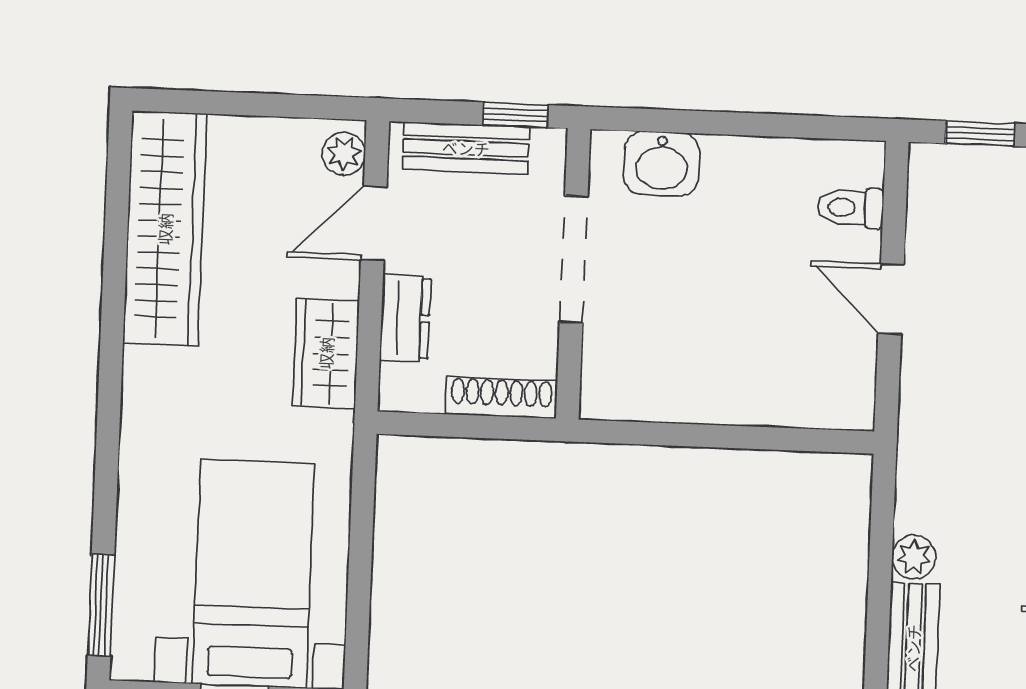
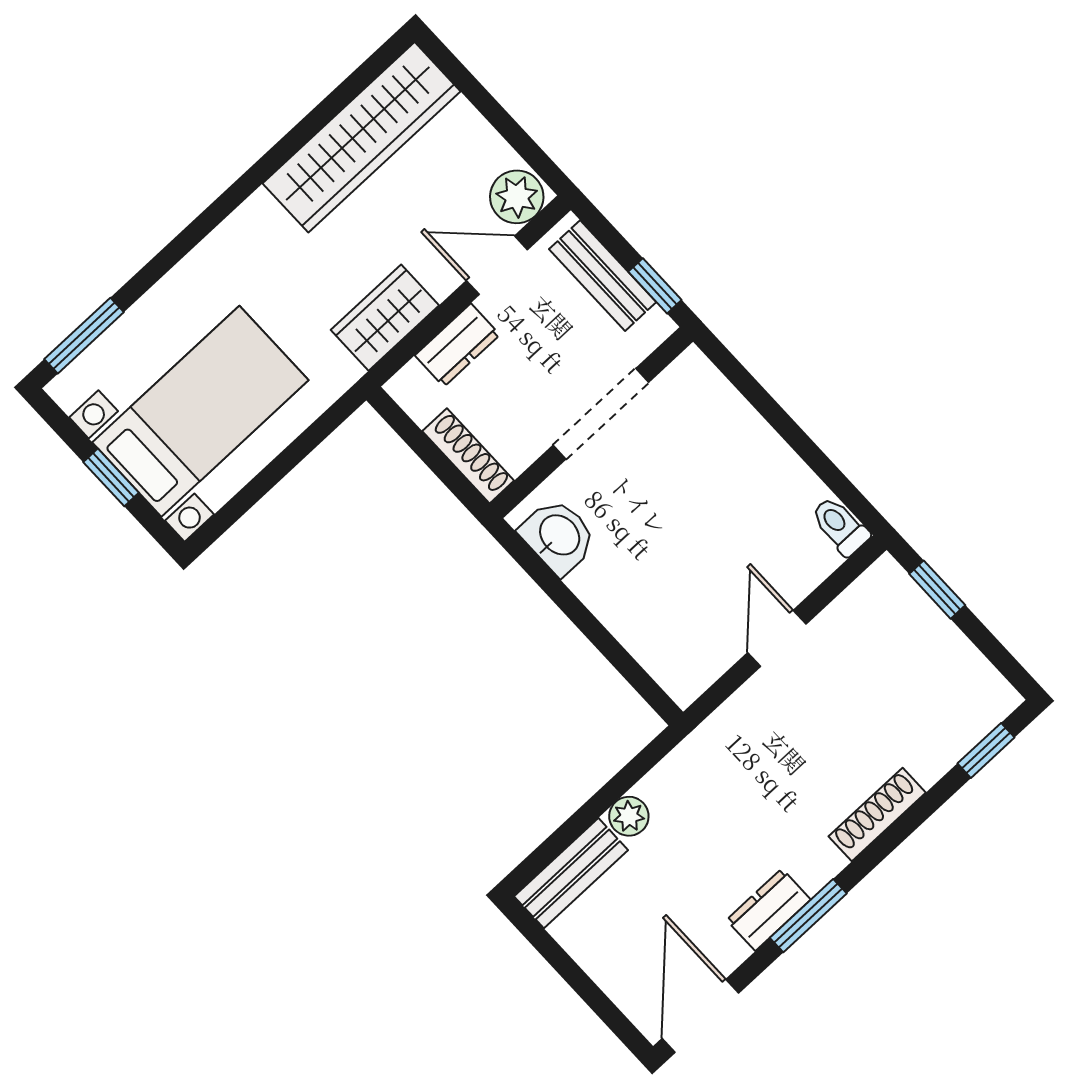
plant: (344, 154) -> (517, 197), width x1.38, depth x1.38
washbasin: (662, 164) -> (558, 536), moved, turned 180
toilet: (851, 208) -> (840, 526), moved

